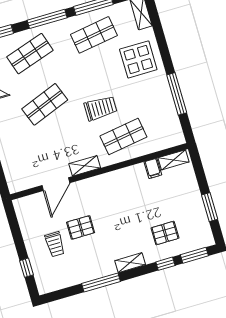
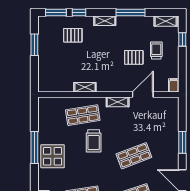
display table: (138, 59) -> (53, 156), moved
window: (177, 94) -> (34, 147), moved
trolley: (100, 108) -> (94, 141), turned -90
shelving: (174, 160) -> (85, 87), moved
filing cabinet: (153, 168) -> (174, 85), moved
shelving: (54, 284) -> (166, 21), added

